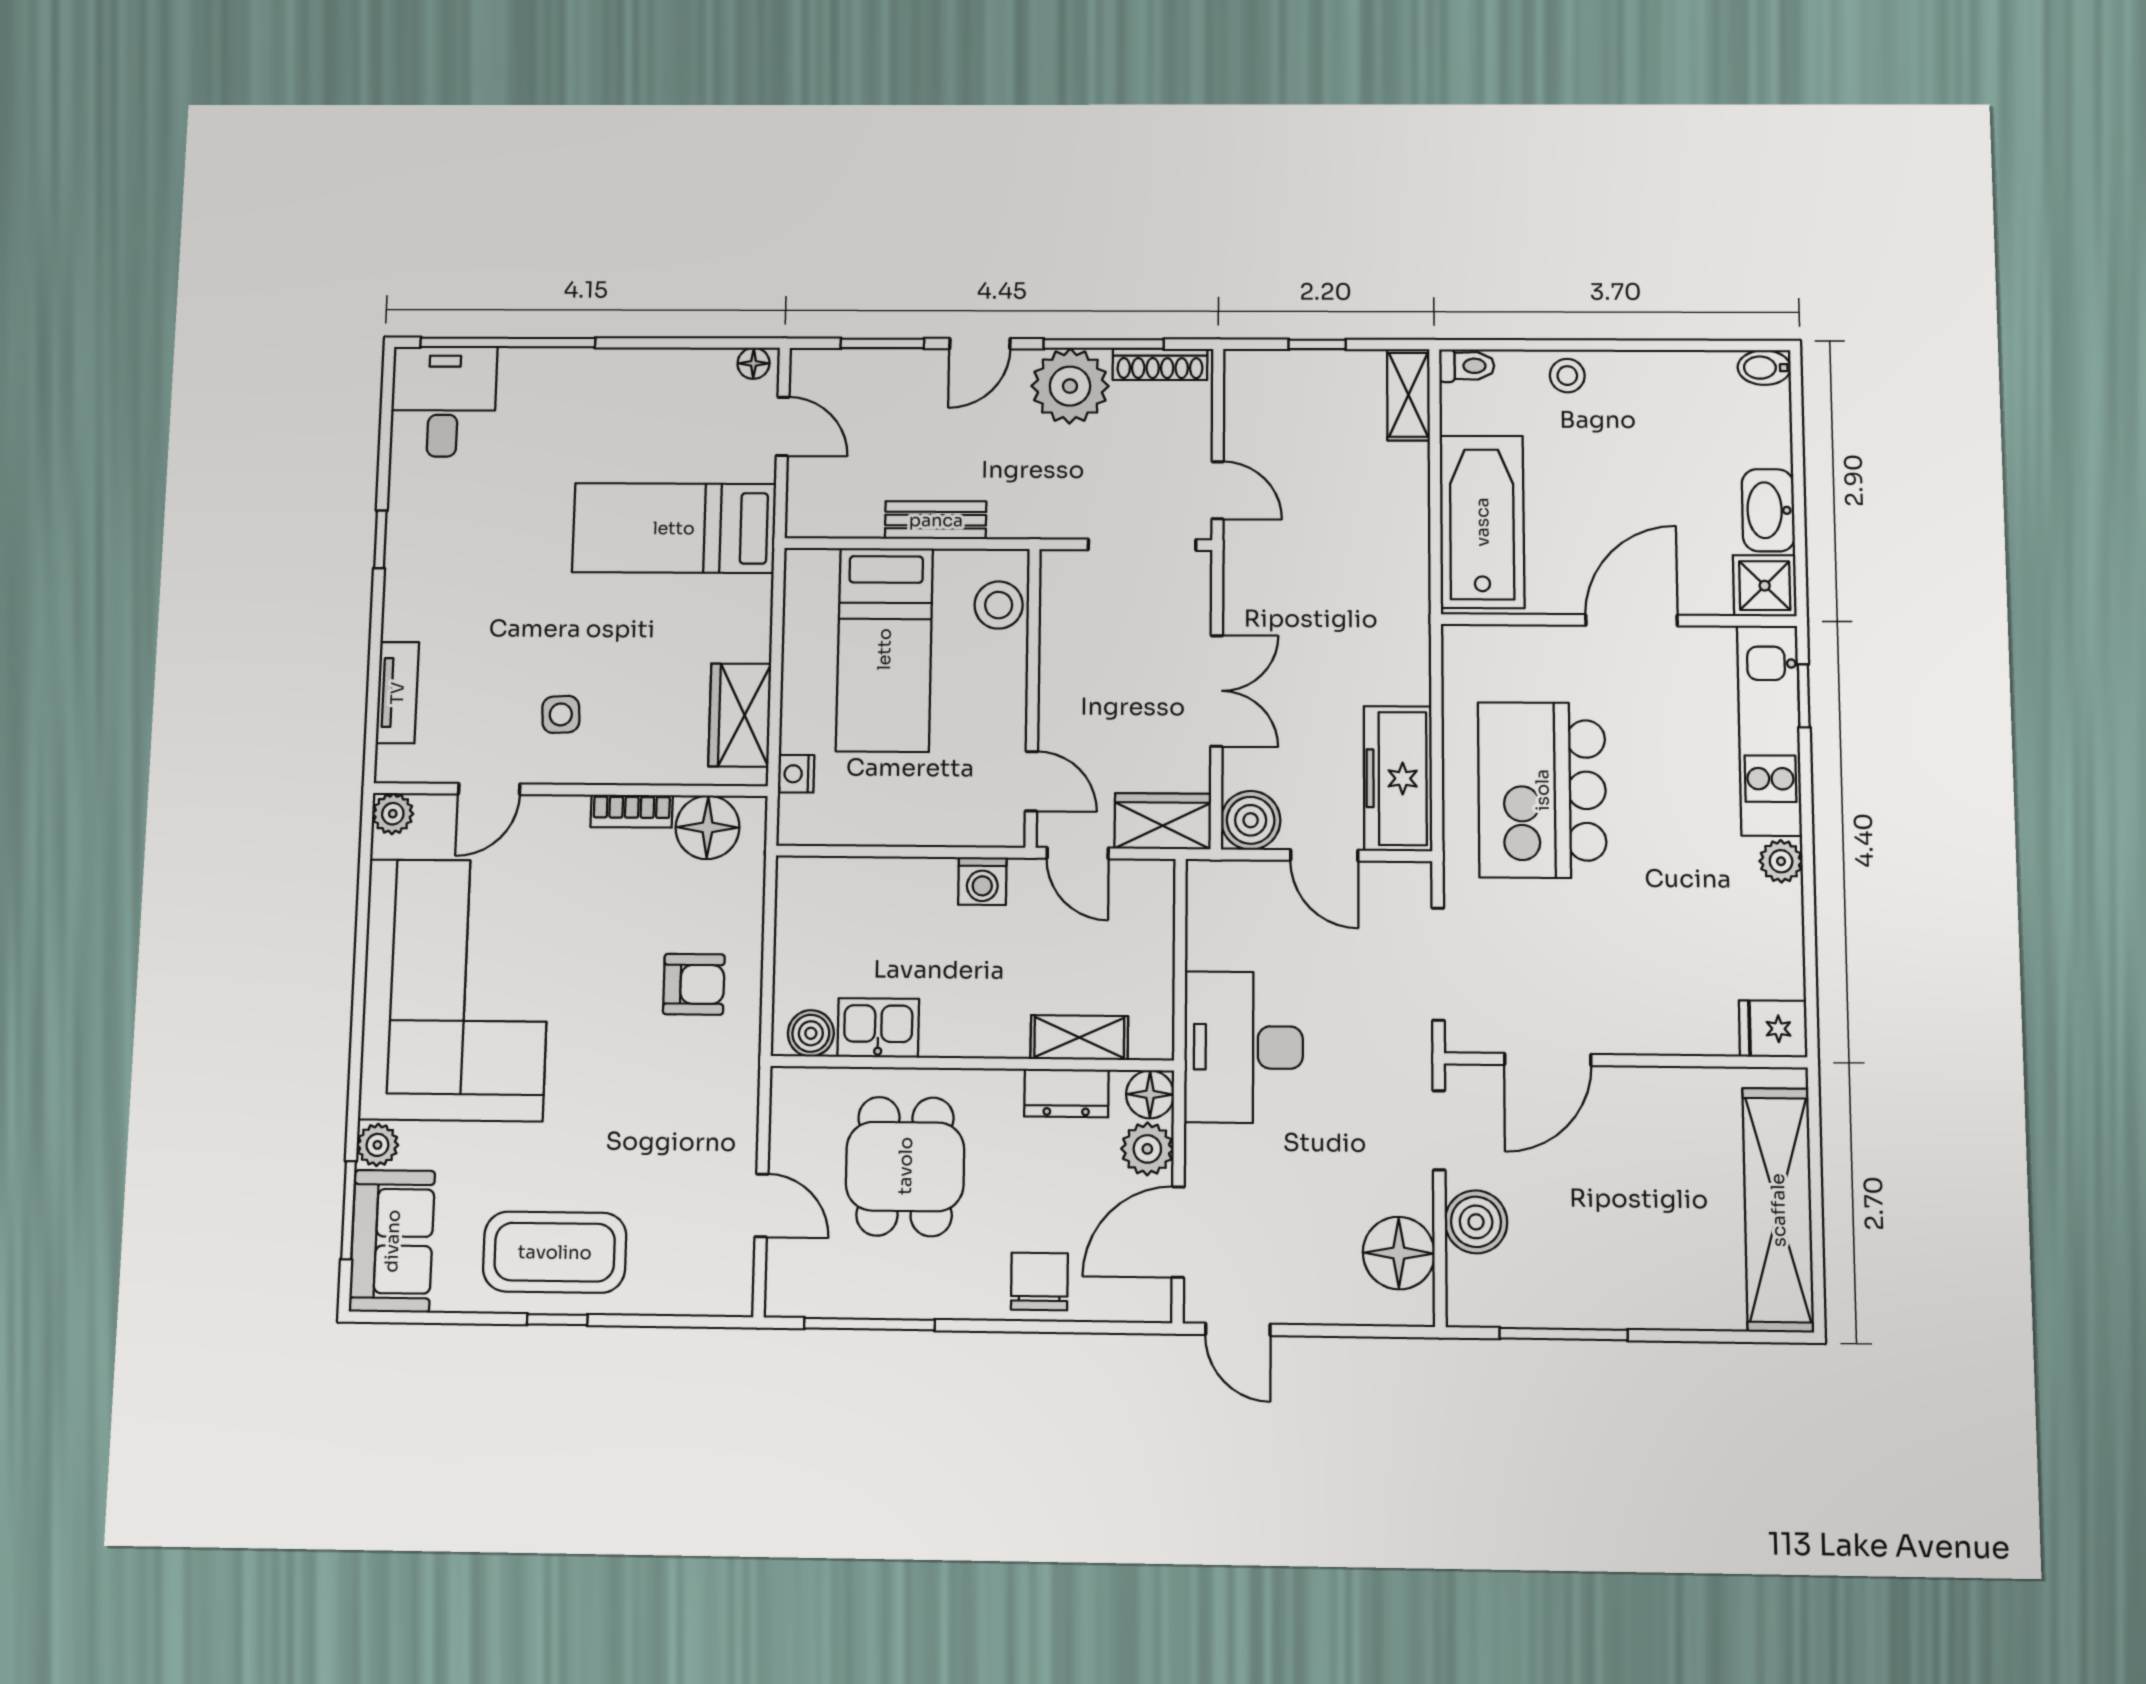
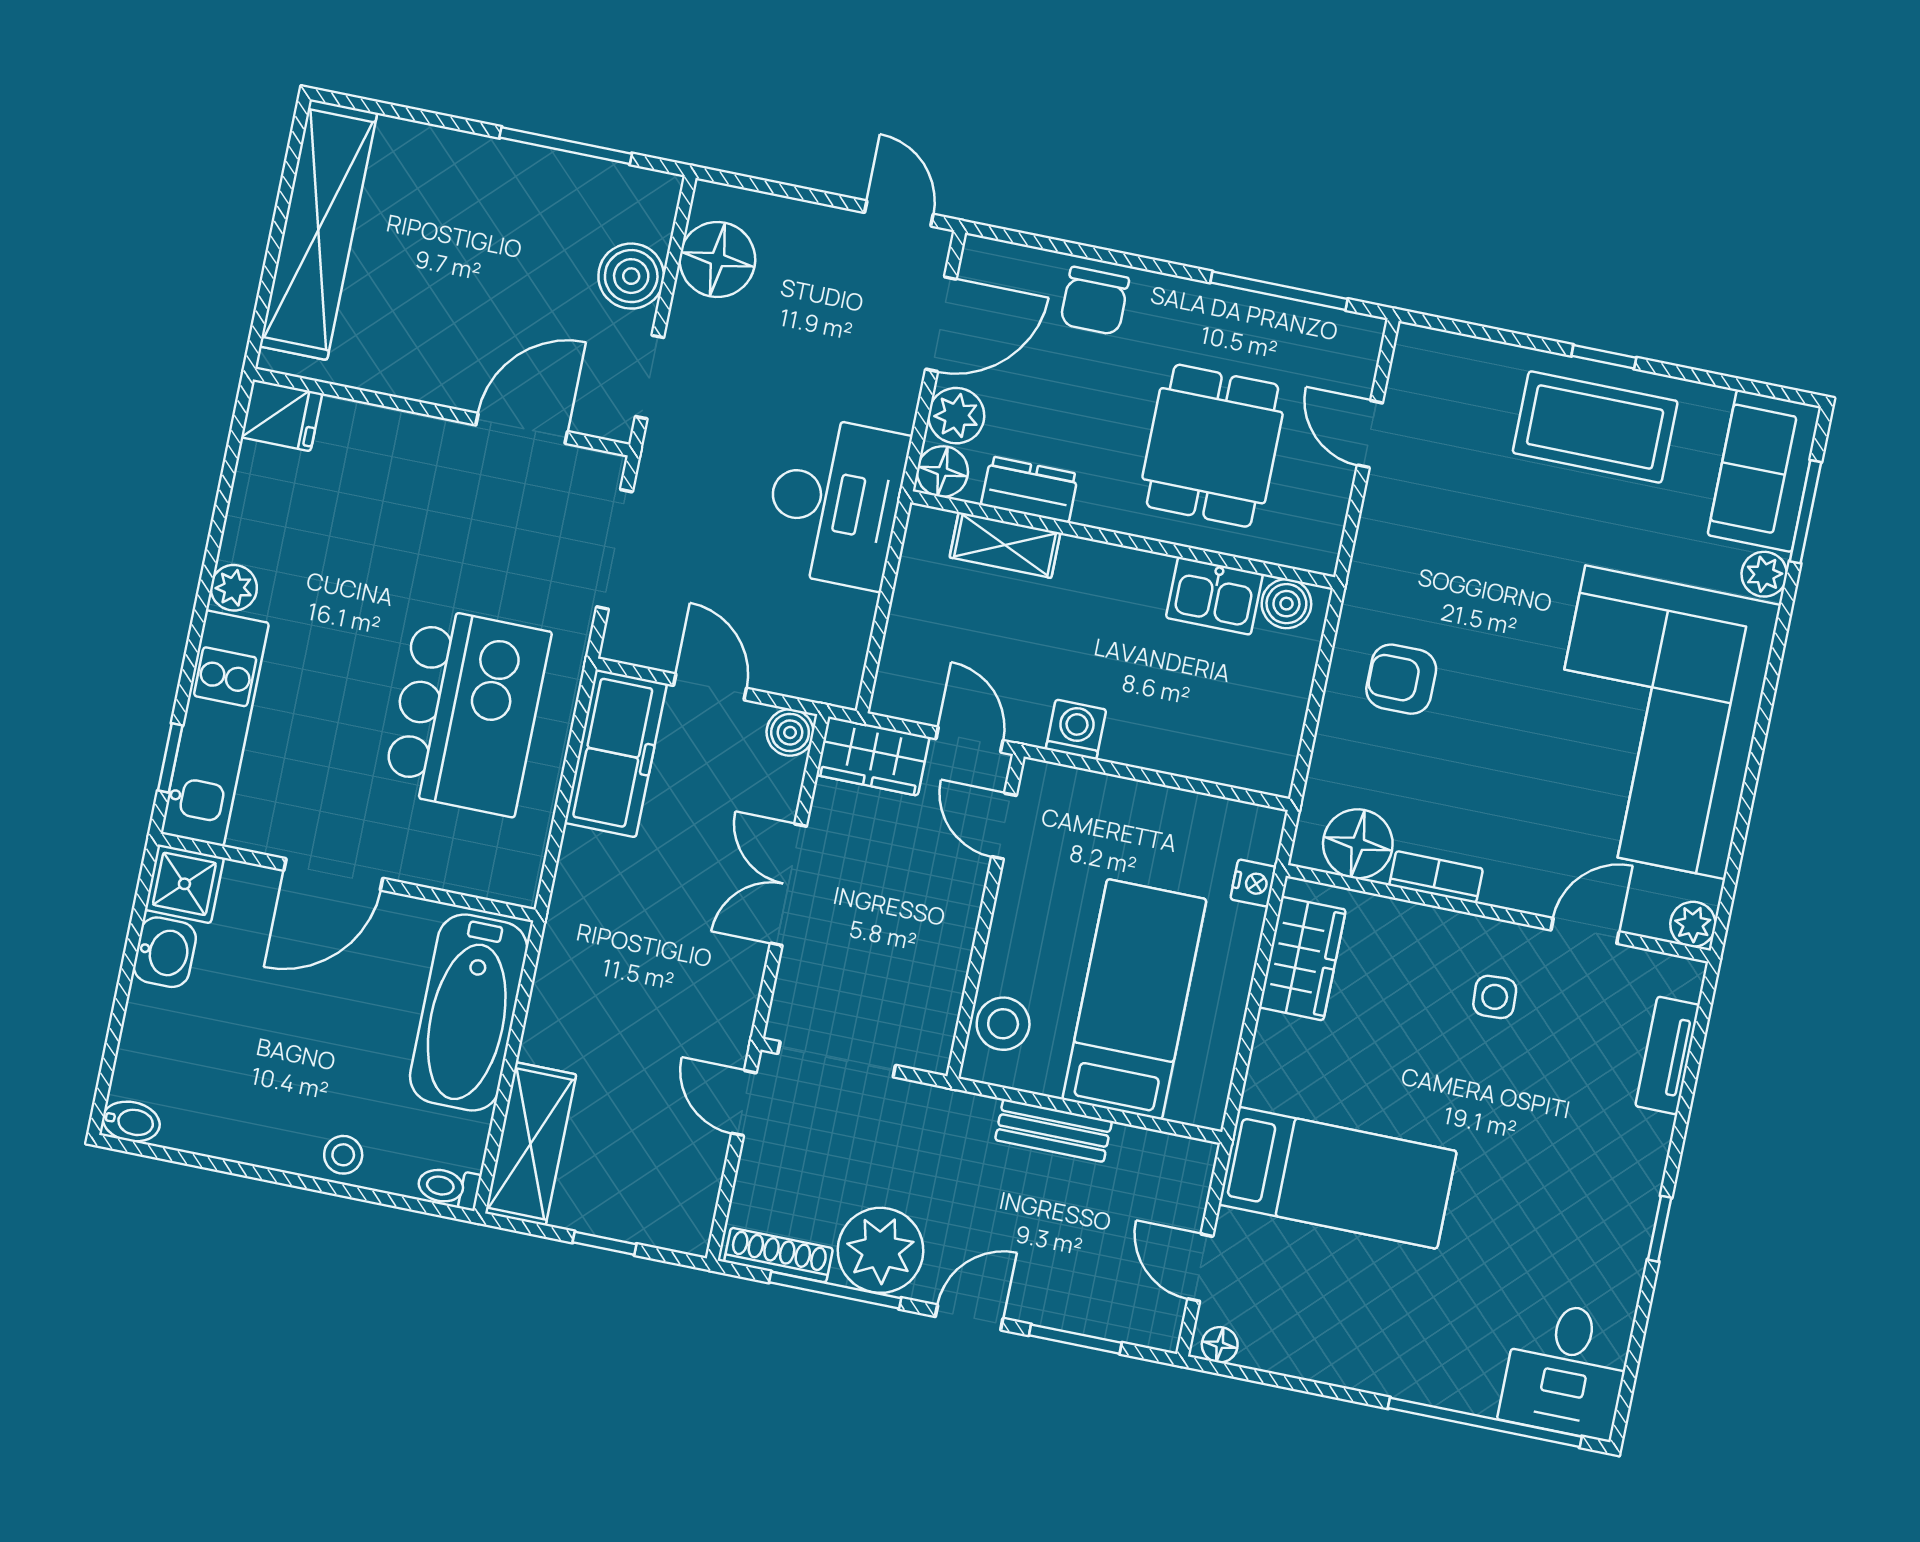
shelving: (1408, 395) -> (531, 1144), width x1.50, depth x1.33
washbasin: (1768, 510) -> (165, 952), width x0.72
boiler: (1251, 820) -> (790, 732), width x0.73, depth x0.73

